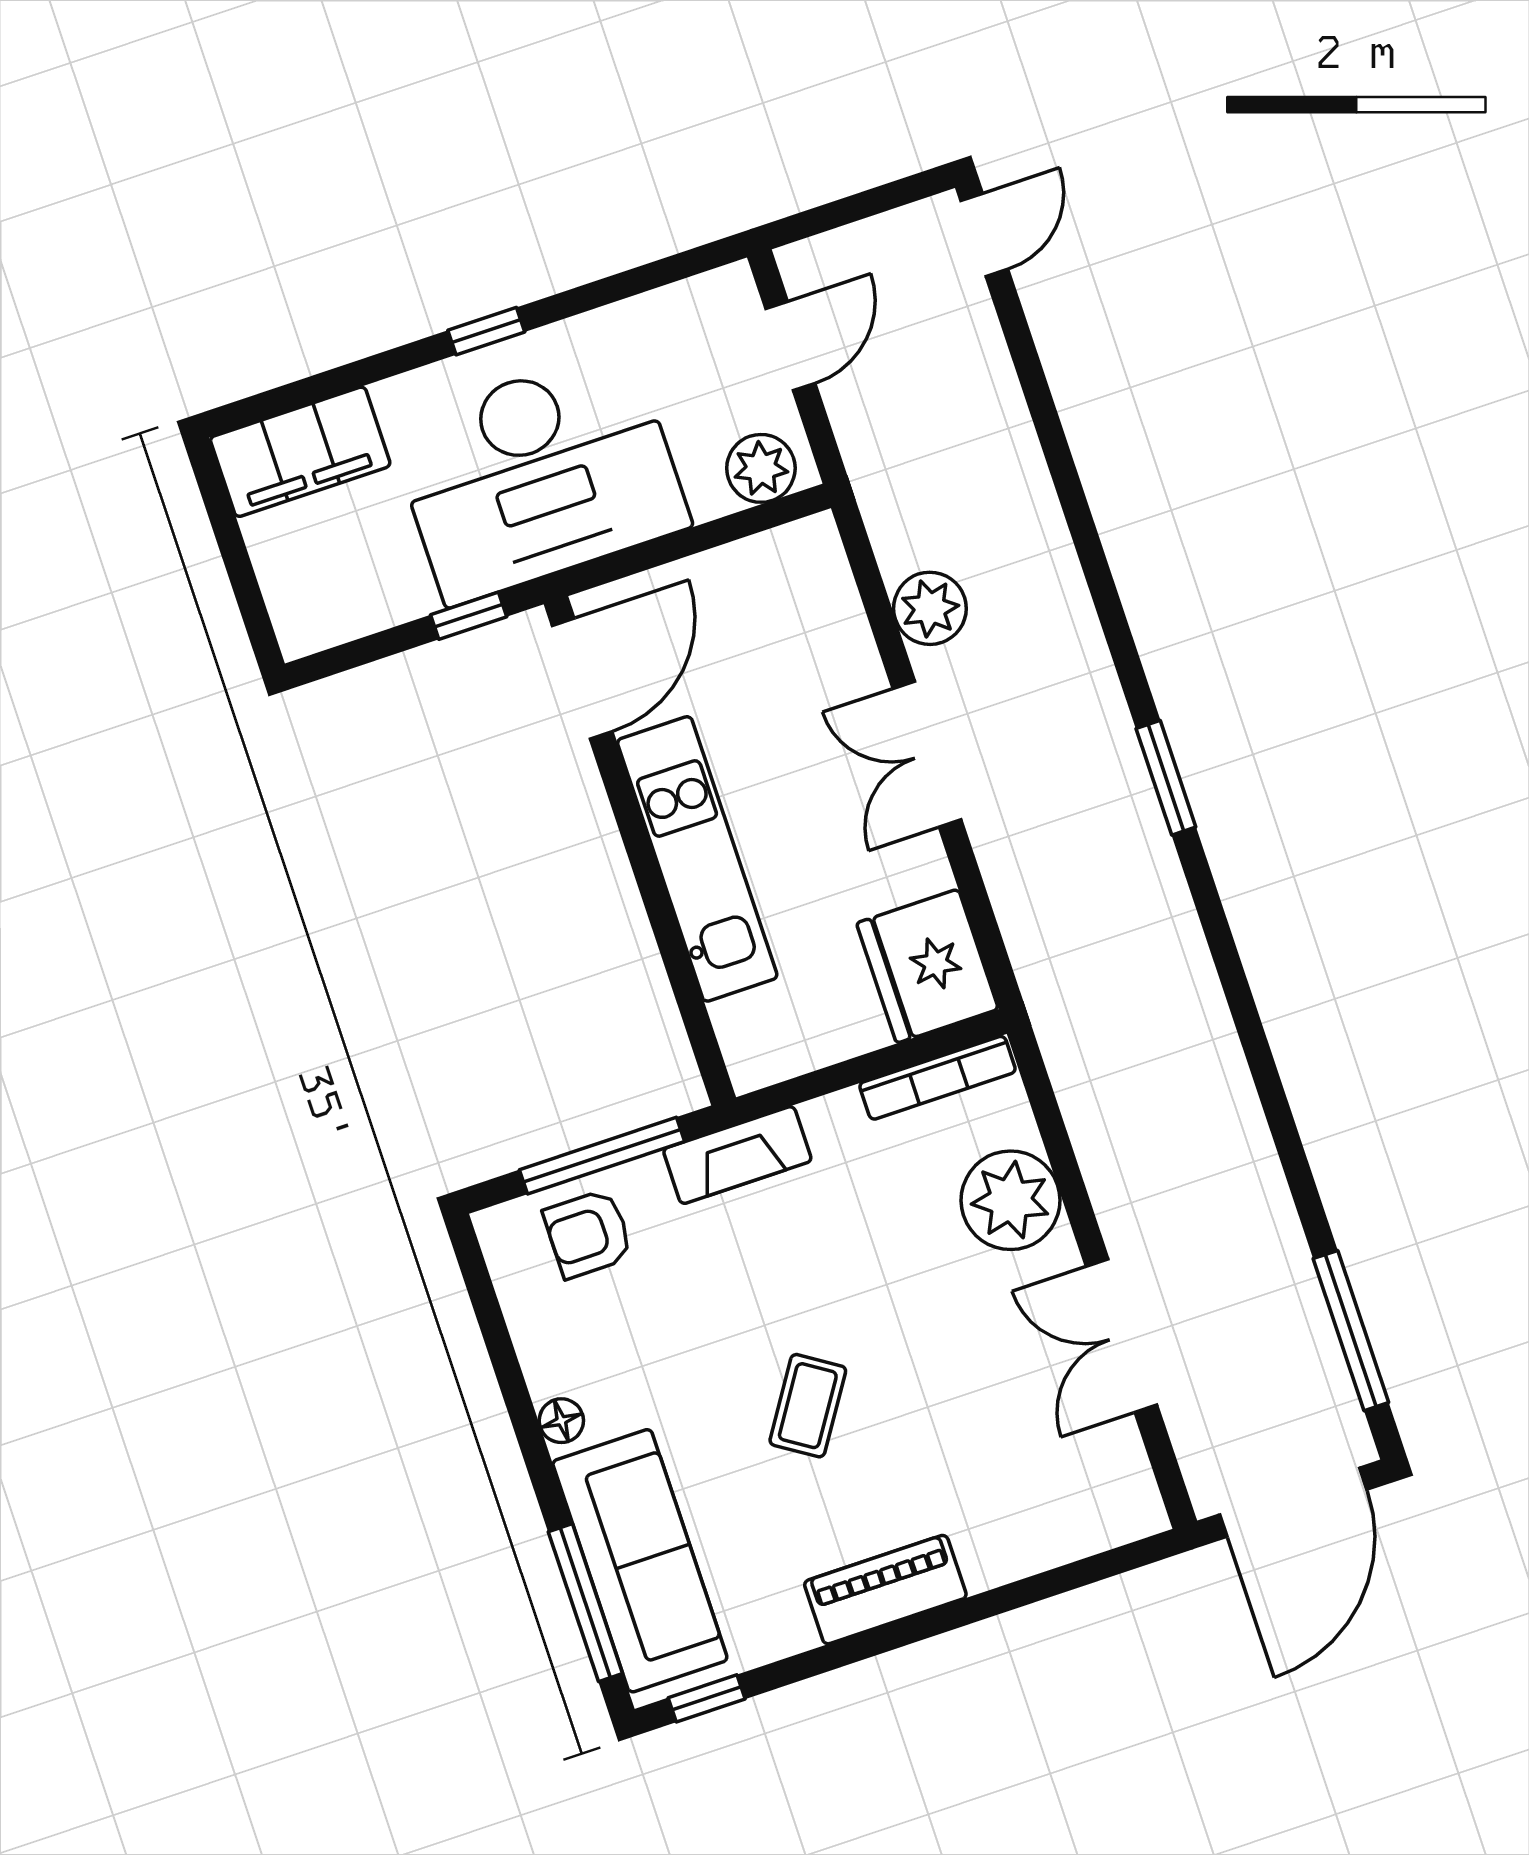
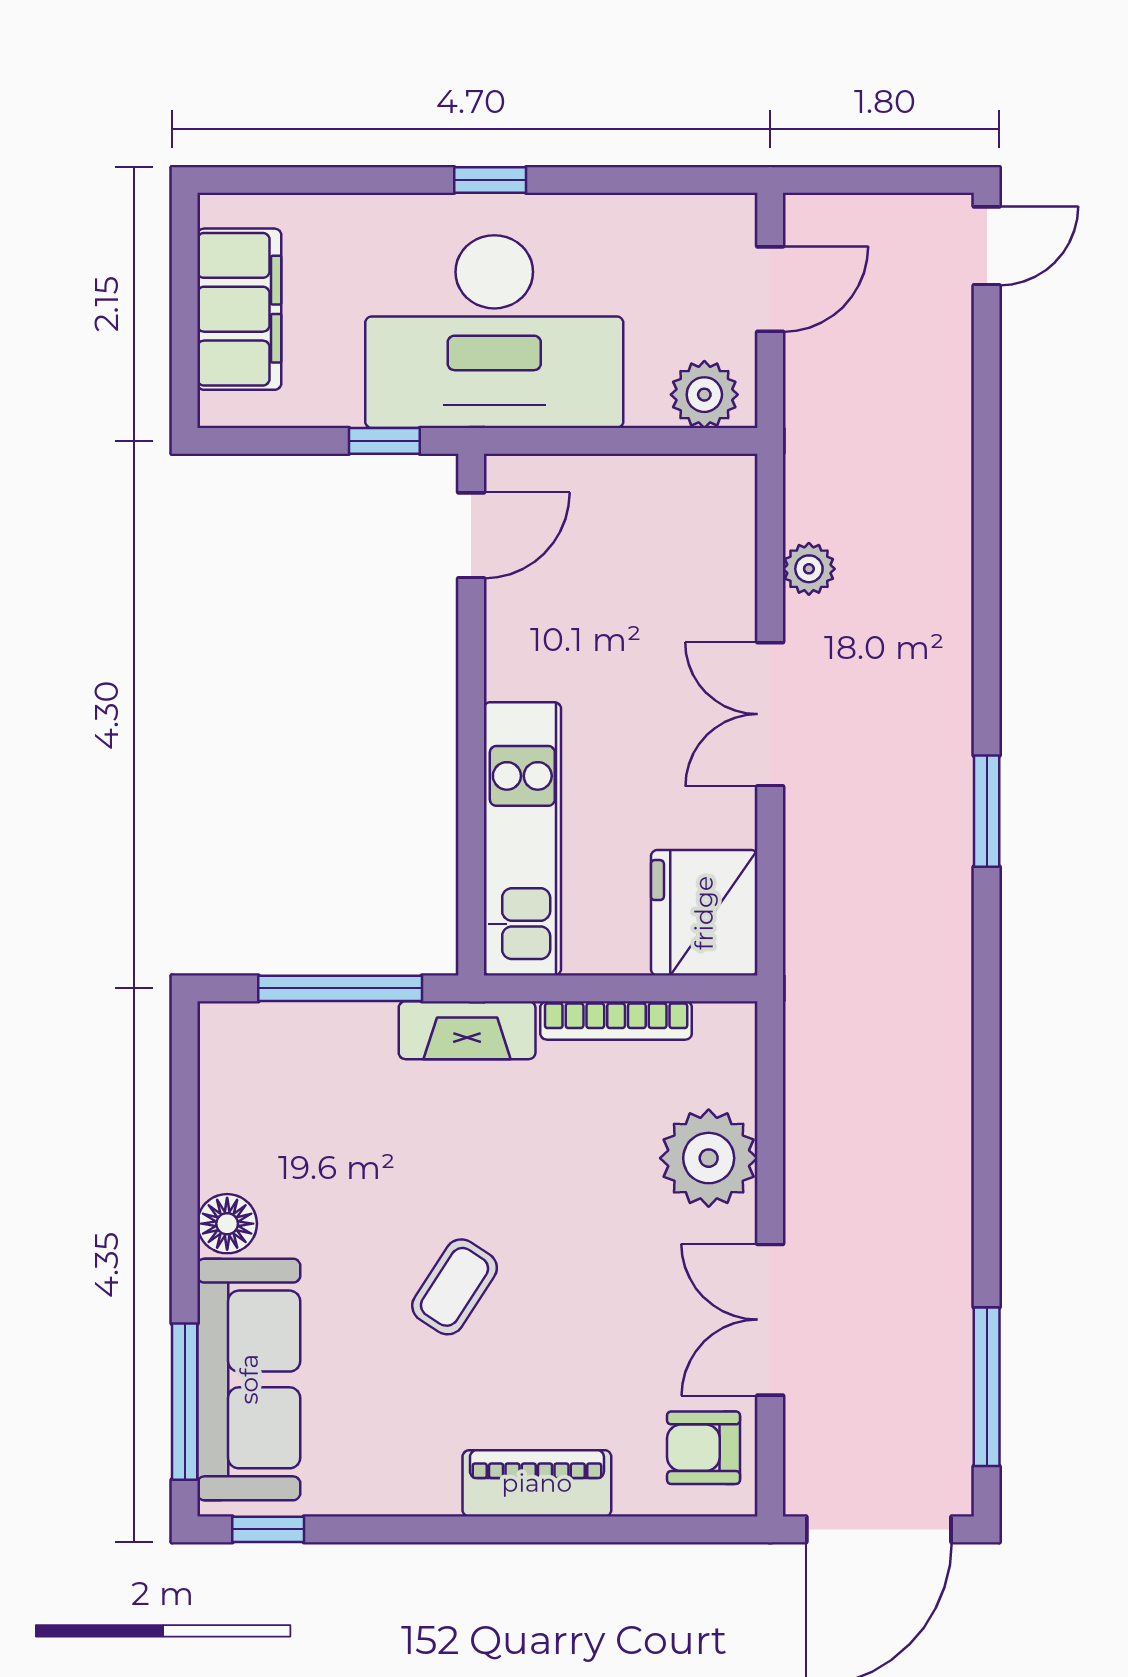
filing cabinet: (300, 452) -> (239, 309), moved, turned -90
plant: (930, 608) -> (809, 569), width x0.73, depth x0.73
door: (582, 679) -> (471, 535), width x0.73
kitchen unit: (697, 859) -> (522, 839), moved
bookcase: (937, 1078) -> (616, 1020), moved
armchair: (588, 1234) -> (704, 1448), moved
floor lamp: (561, 1421) -> (227, 1224), width x1.37, depth x1.37
piano: (885, 1590) -> (537, 1483), moved

